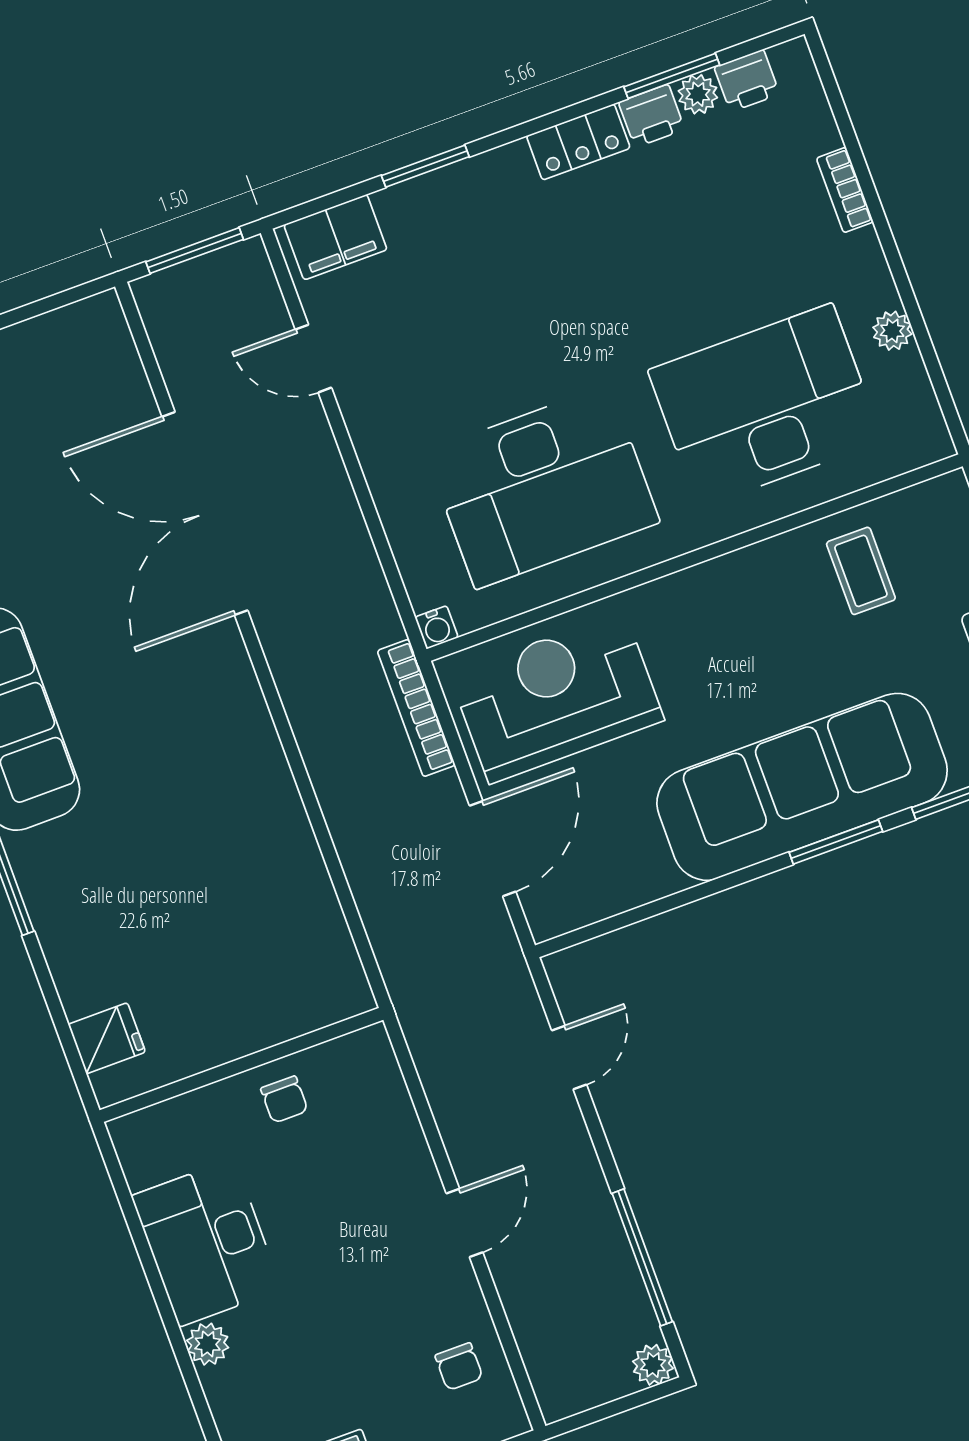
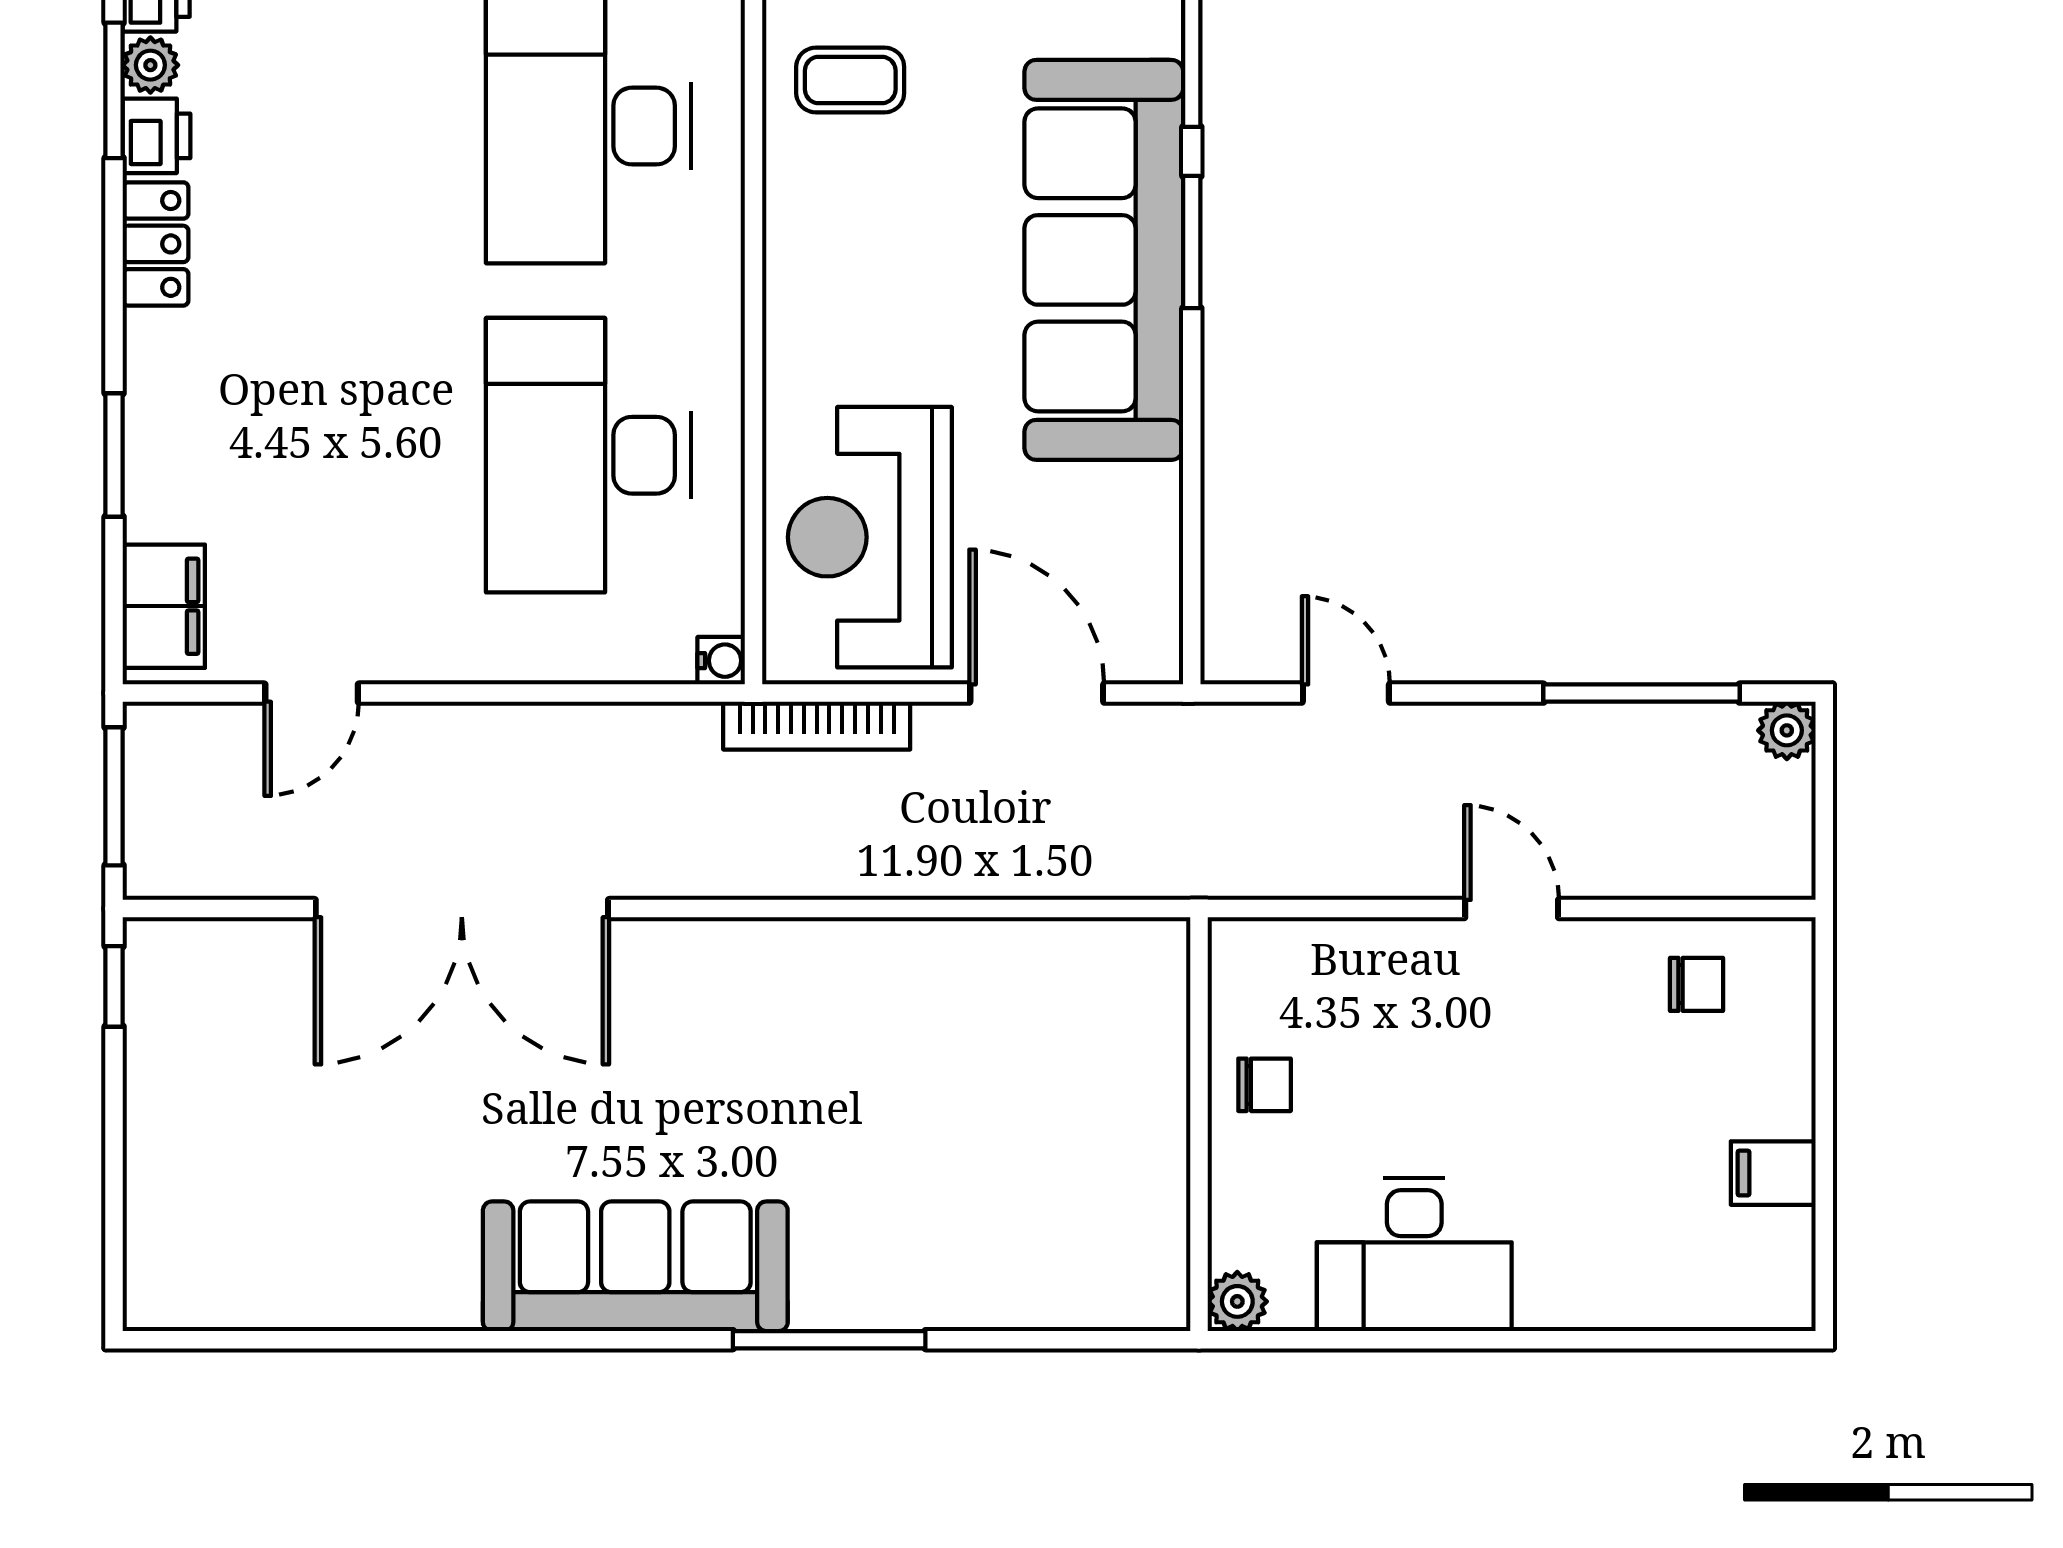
window: (66, 298) -> (114, 986), added
desk: (543, 487) -> (589, 455), turned 180
fridge: (107, 1038) -> (1100, 1287), removed
plant: (208, 1344) -> (1237, 1301), moved

